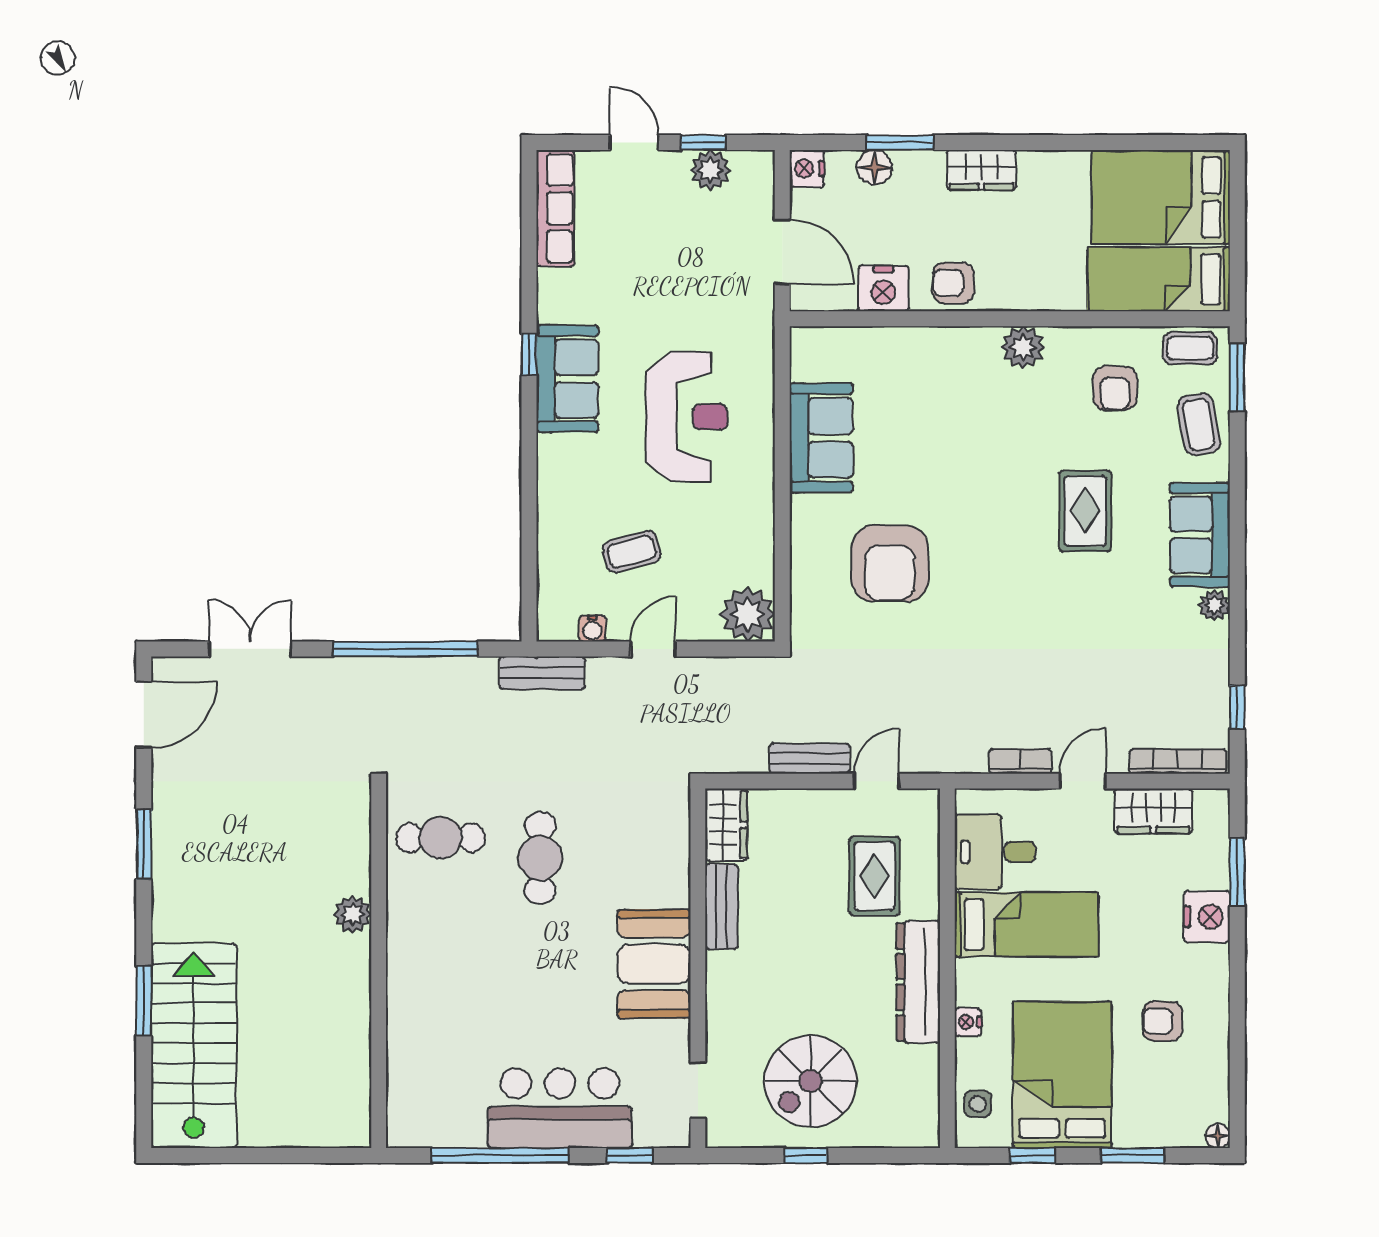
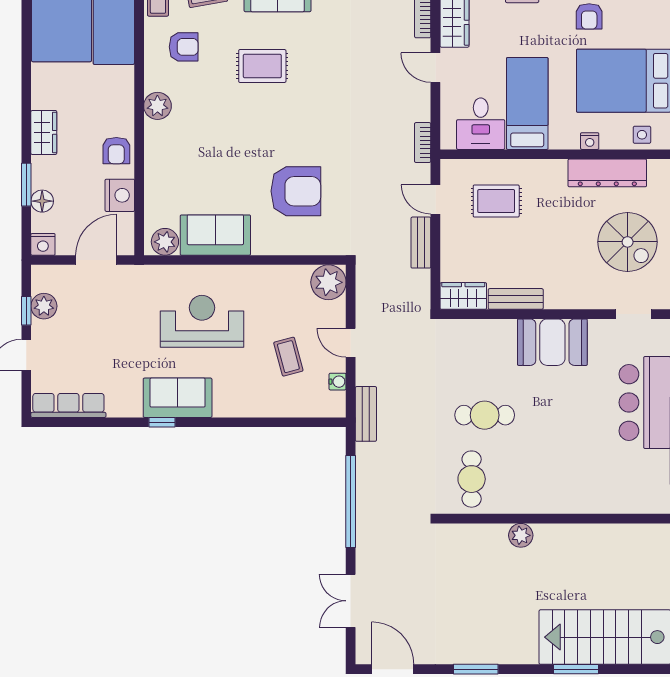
plant: (811, 359) -> (165, 242), added
bookcase: (1020, 761) -> (423, 143), moved
dresser: (918, 982) -> (607, 173), moved

